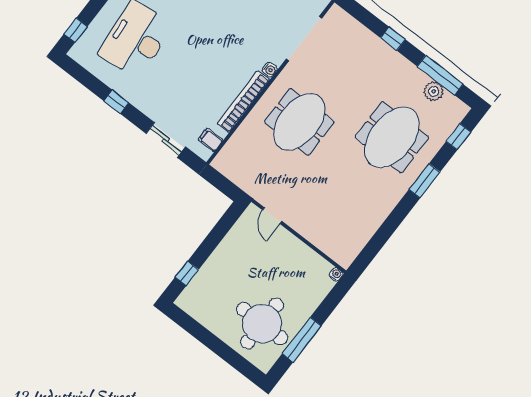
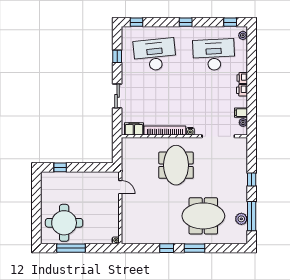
window: (116, 102) -> (117, 56), moved
meeting table: (299, 122) -> (176, 165), turned 90
window: (459, 137) -> (167, 248), moved
sliding door: (166, 140) -> (117, 96), moved
filing cabinet: (211, 140) -> (134, 129), width x2.00
door: (272, 216) -> (120, 187), swing flipped

